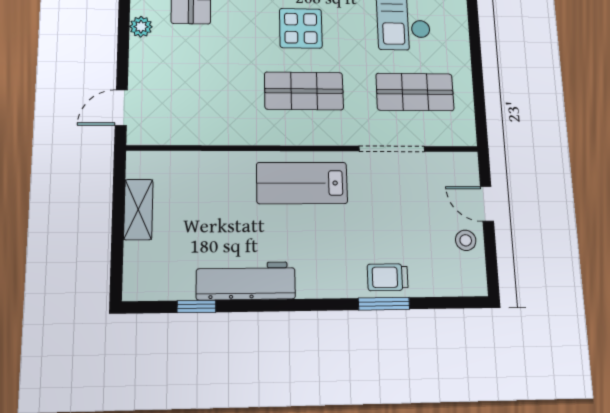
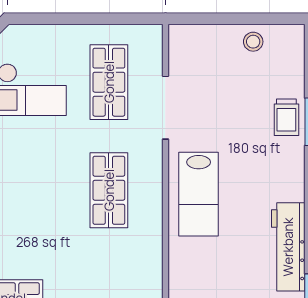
display table: (301, 28) -> (45, 192), removed
door: (487, 204) -> (219, 19), removed

